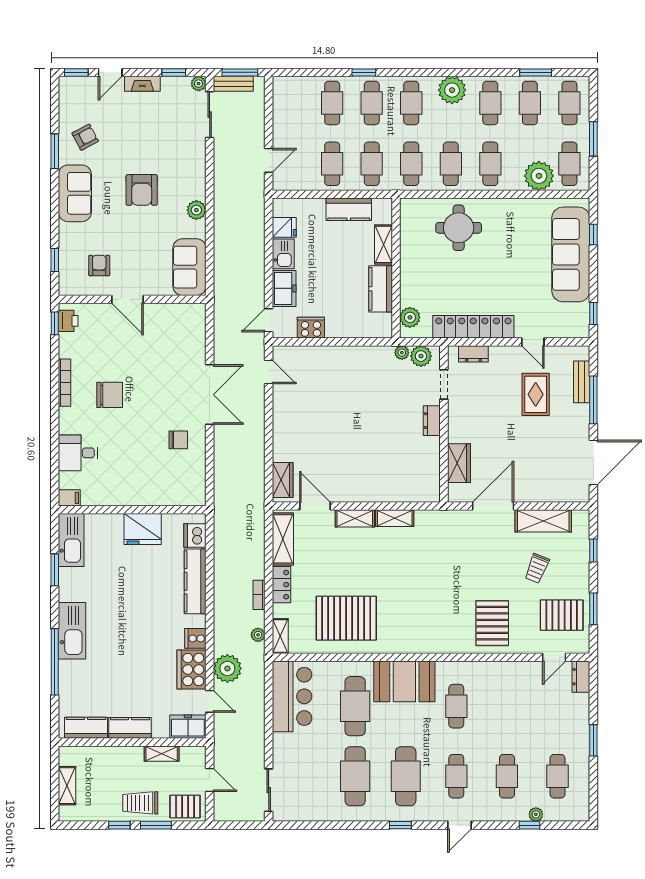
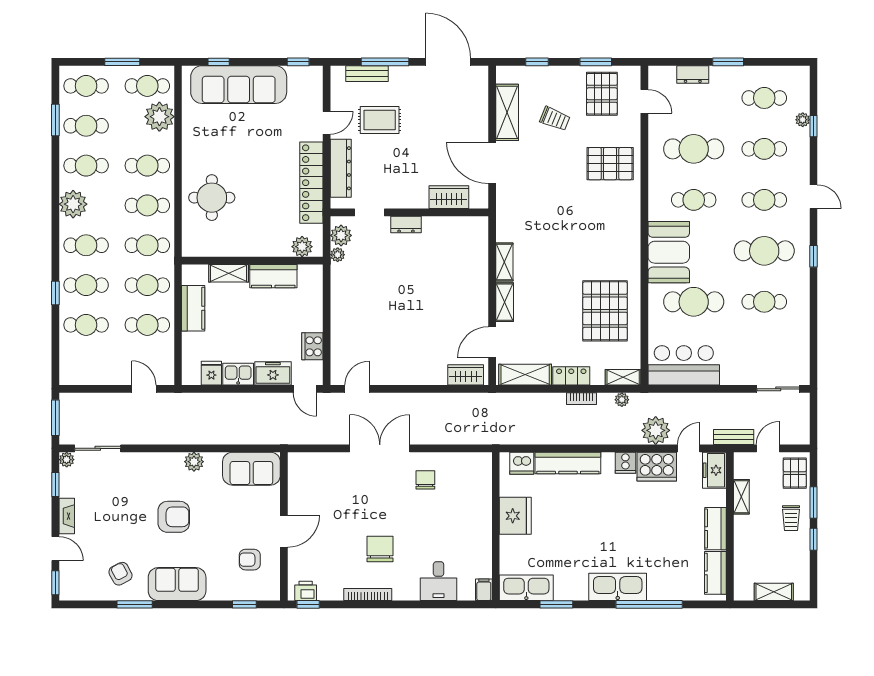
bench: (233, 84) -> (734, 437), moved, turned 90
dresser: (473, 354) -> (341, 168), width x1.96, depth x1.24
dresser: (581, 677) -> (693, 74), moved
cafe table: (507, 706) -> (694, 149), added
cafe table: (355, 776) -> (764, 302), width x0.73, depth x0.74
trolley: (140, 803) -> (791, 518), width x0.73, depth x0.72

